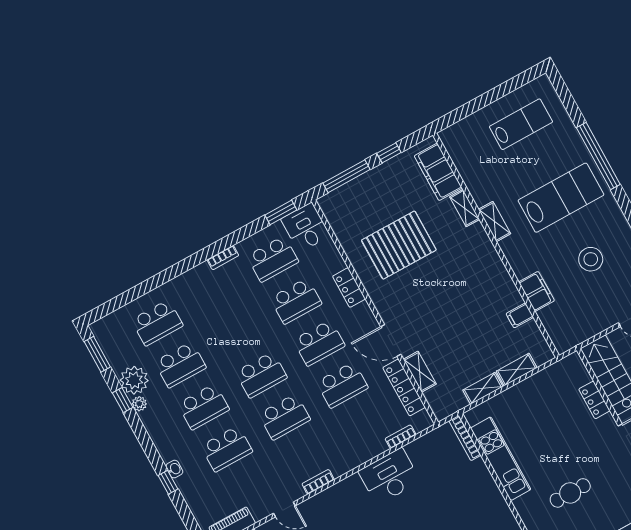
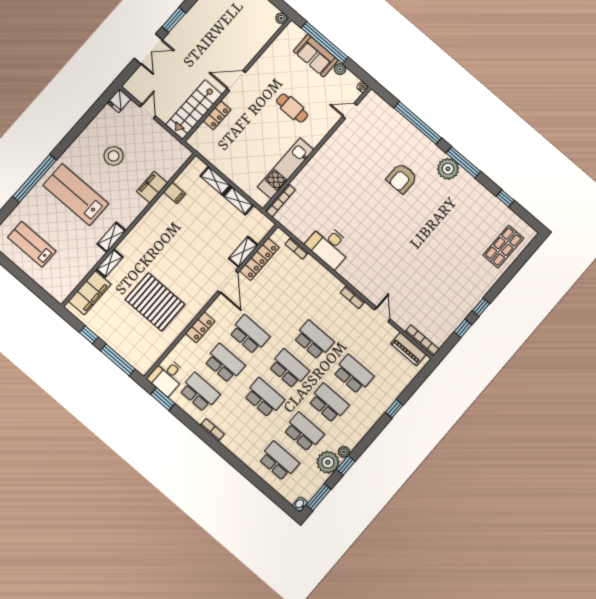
school desk: (342, 385) -> (264, 398), moved
washbasin: (174, 469) -> (300, 504), moved

